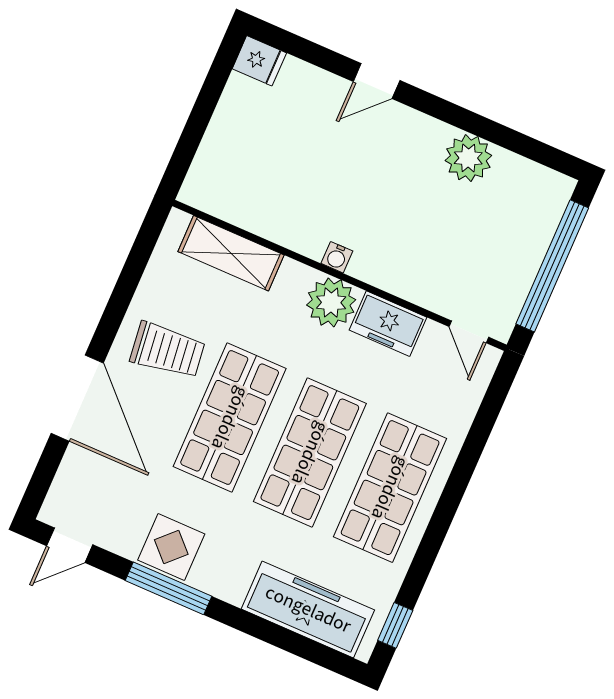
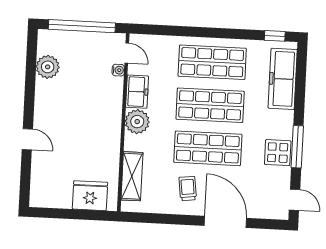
fridge: (259, 61) -> (90, 196), moved, width x1.88, depth x1.34
plant: (468, 158) -> (48, 67), moved
water cooler: (337, 257) -> (118, 70), moved
door: (469, 332) -> (127, 53), hinge flipped
trolley: (168, 350) -> (188, 189), width x0.73, depth x0.72
door: (77, 398) -> (225, 222), hinge flipped

